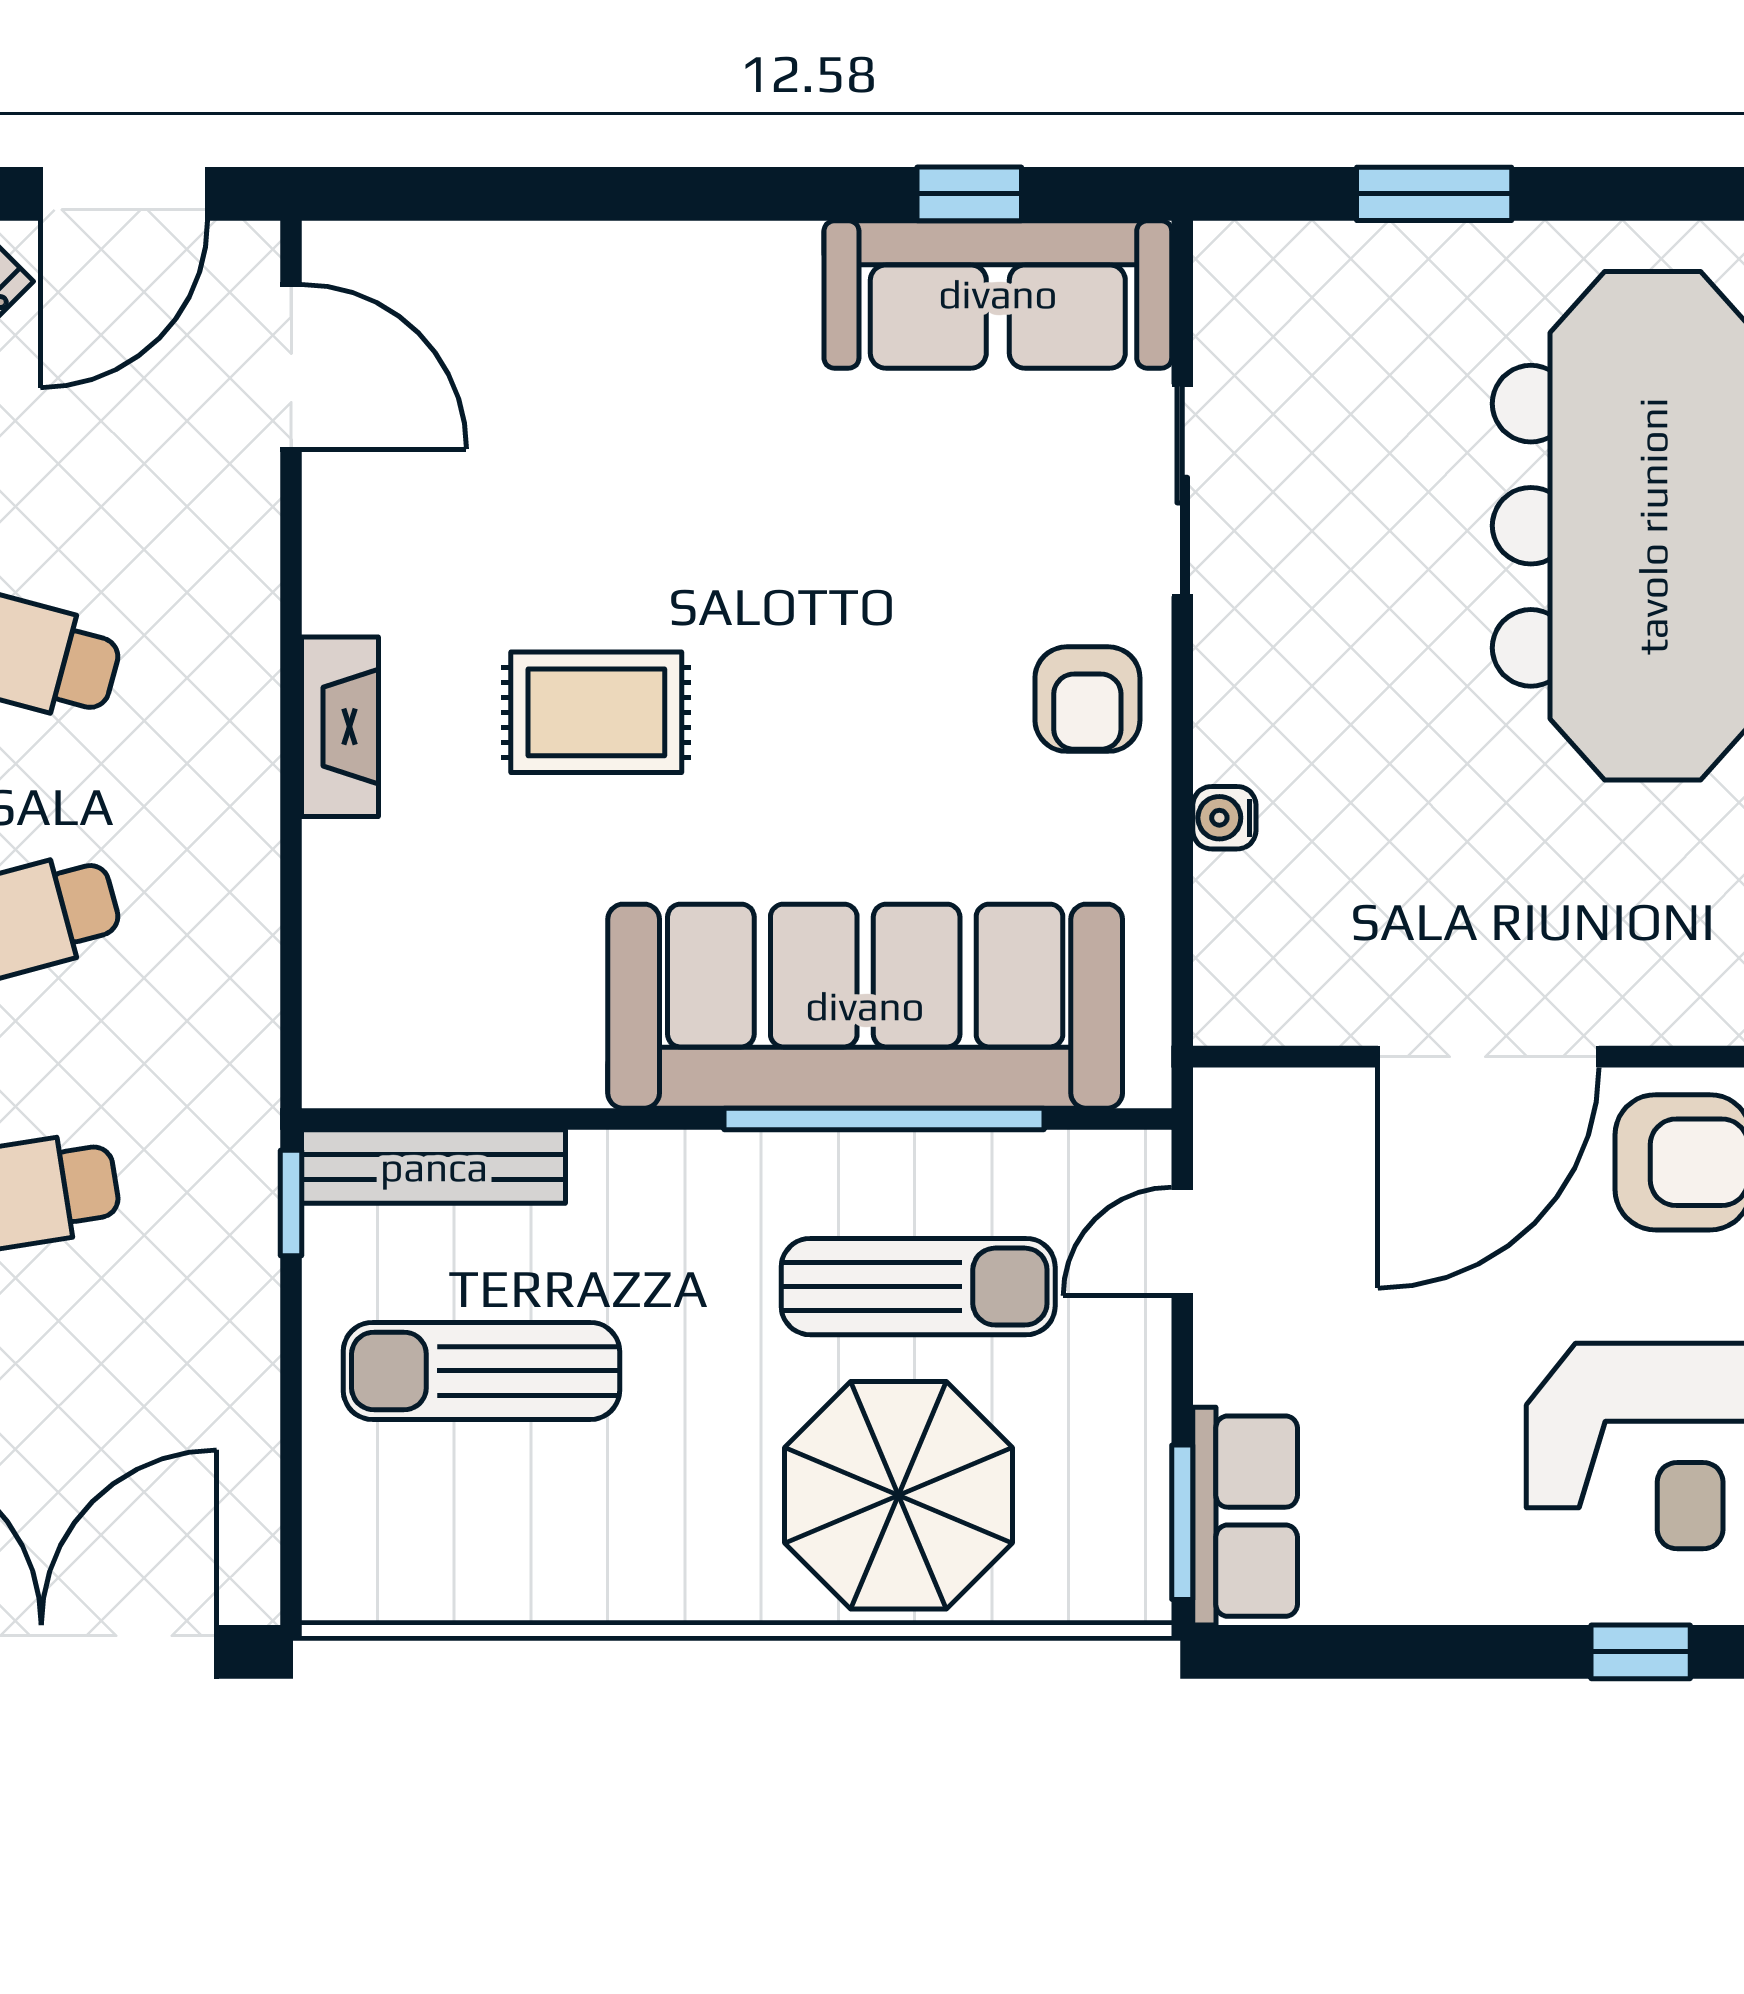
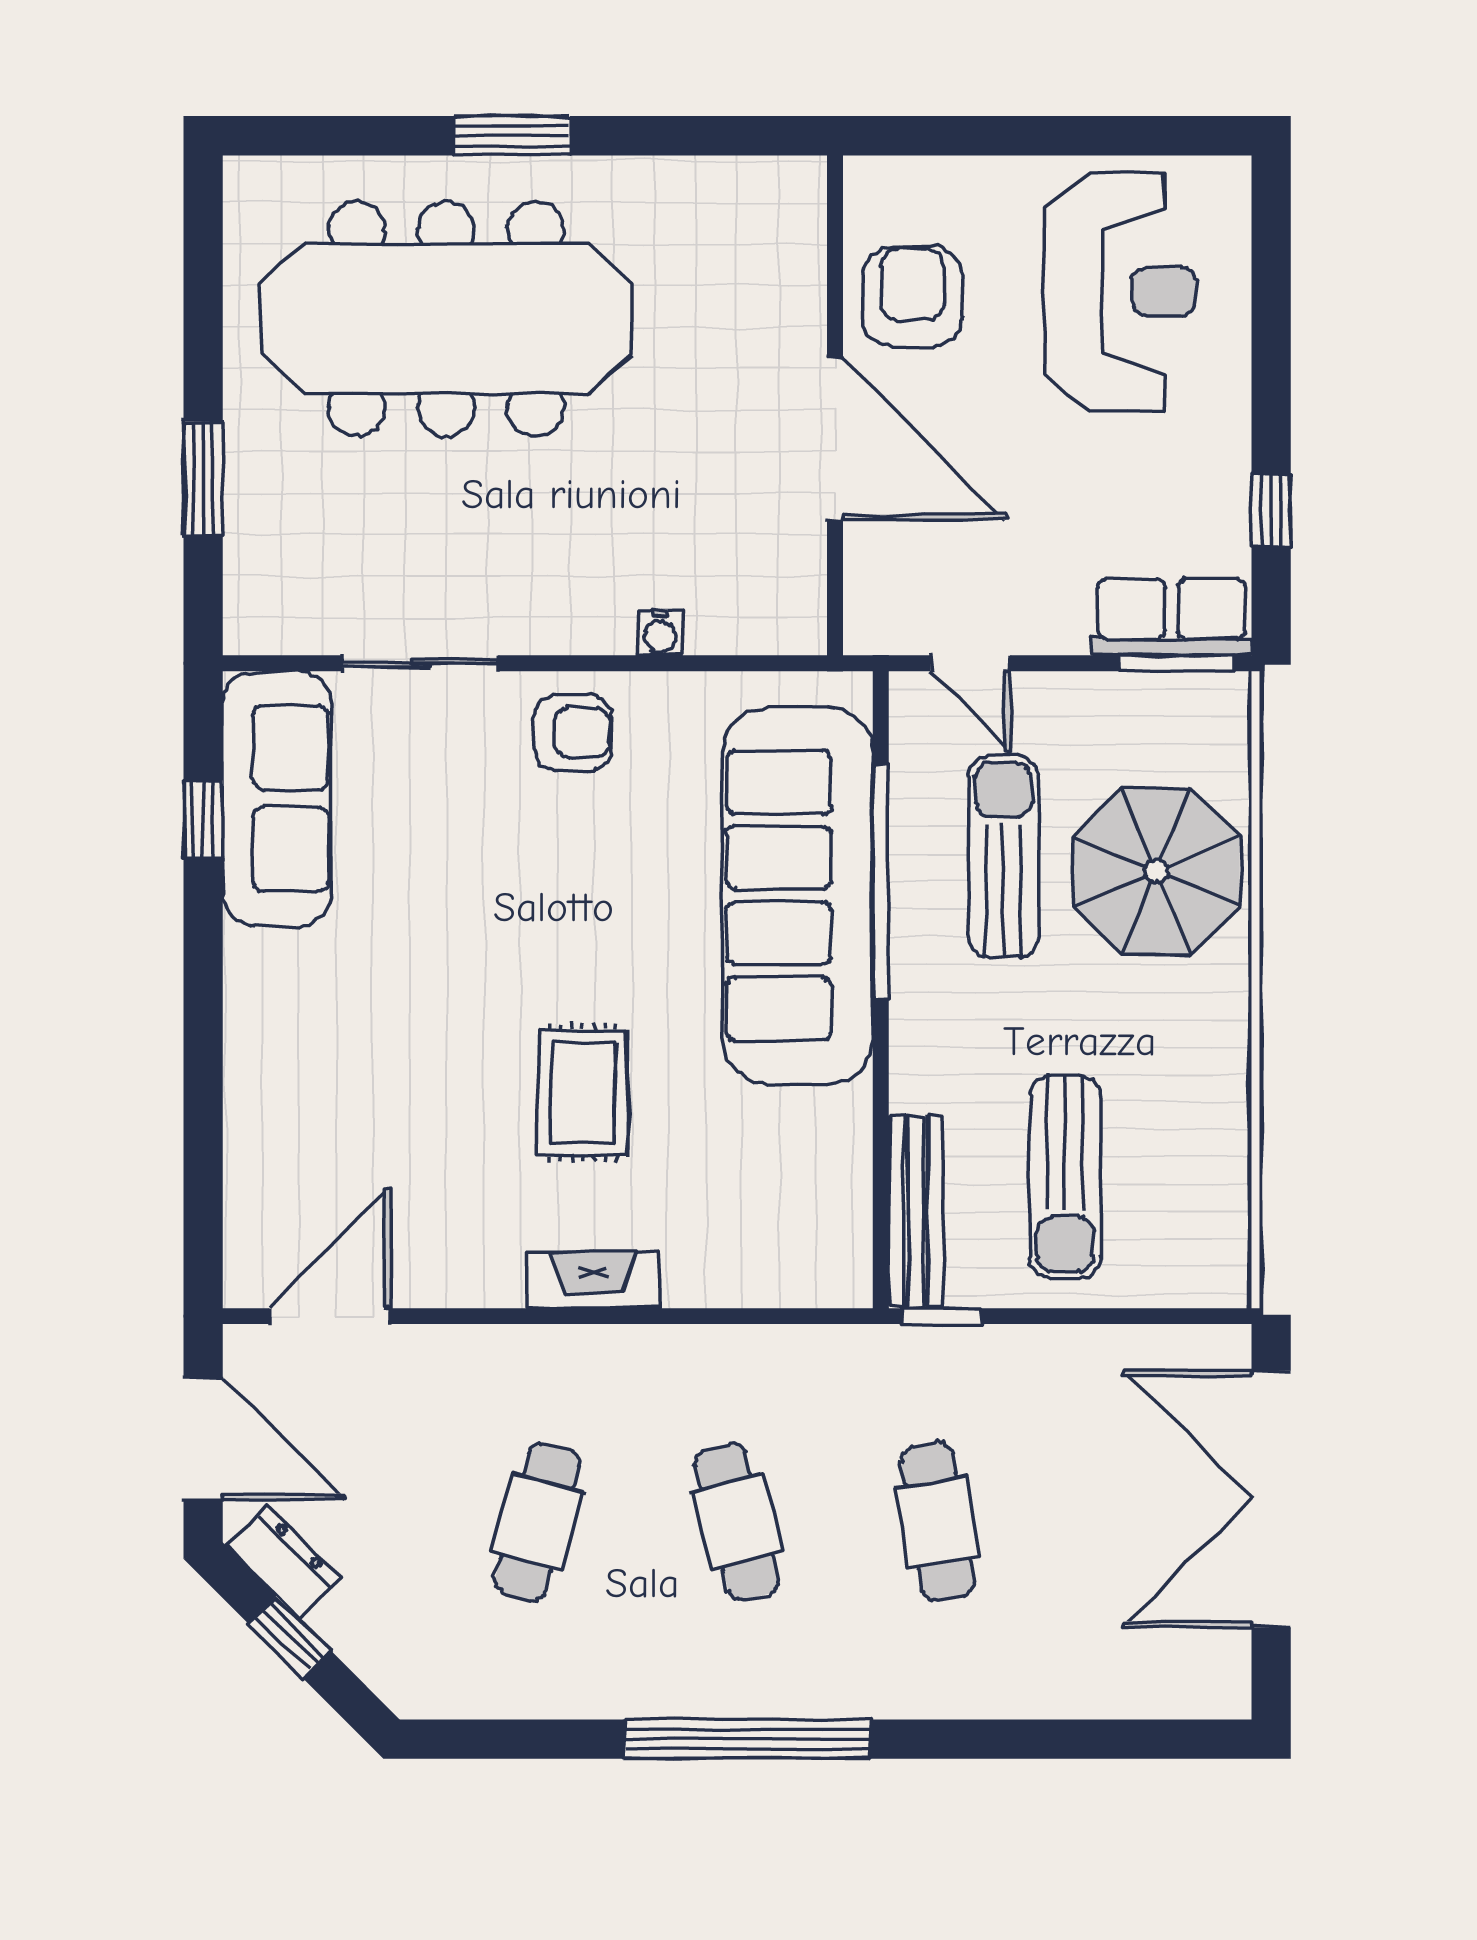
window: (1641, 1652) -> (1271, 509), moved

